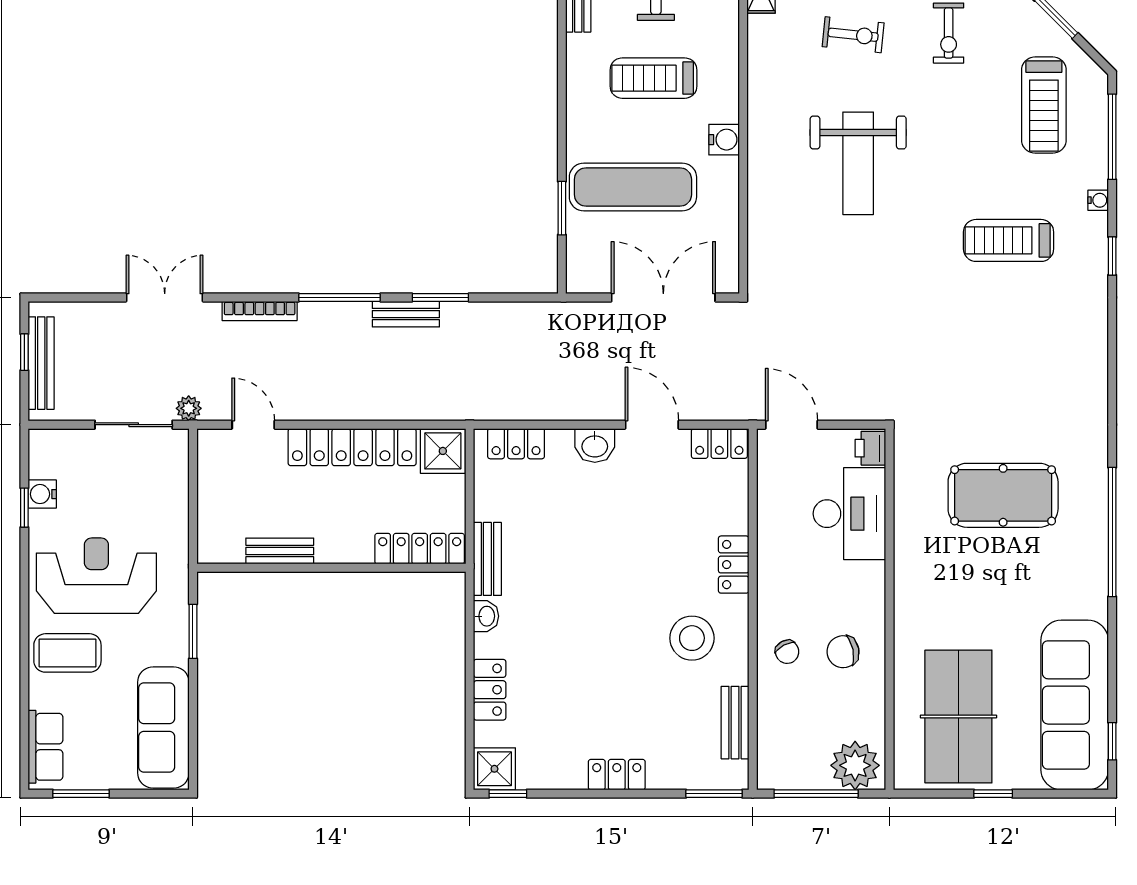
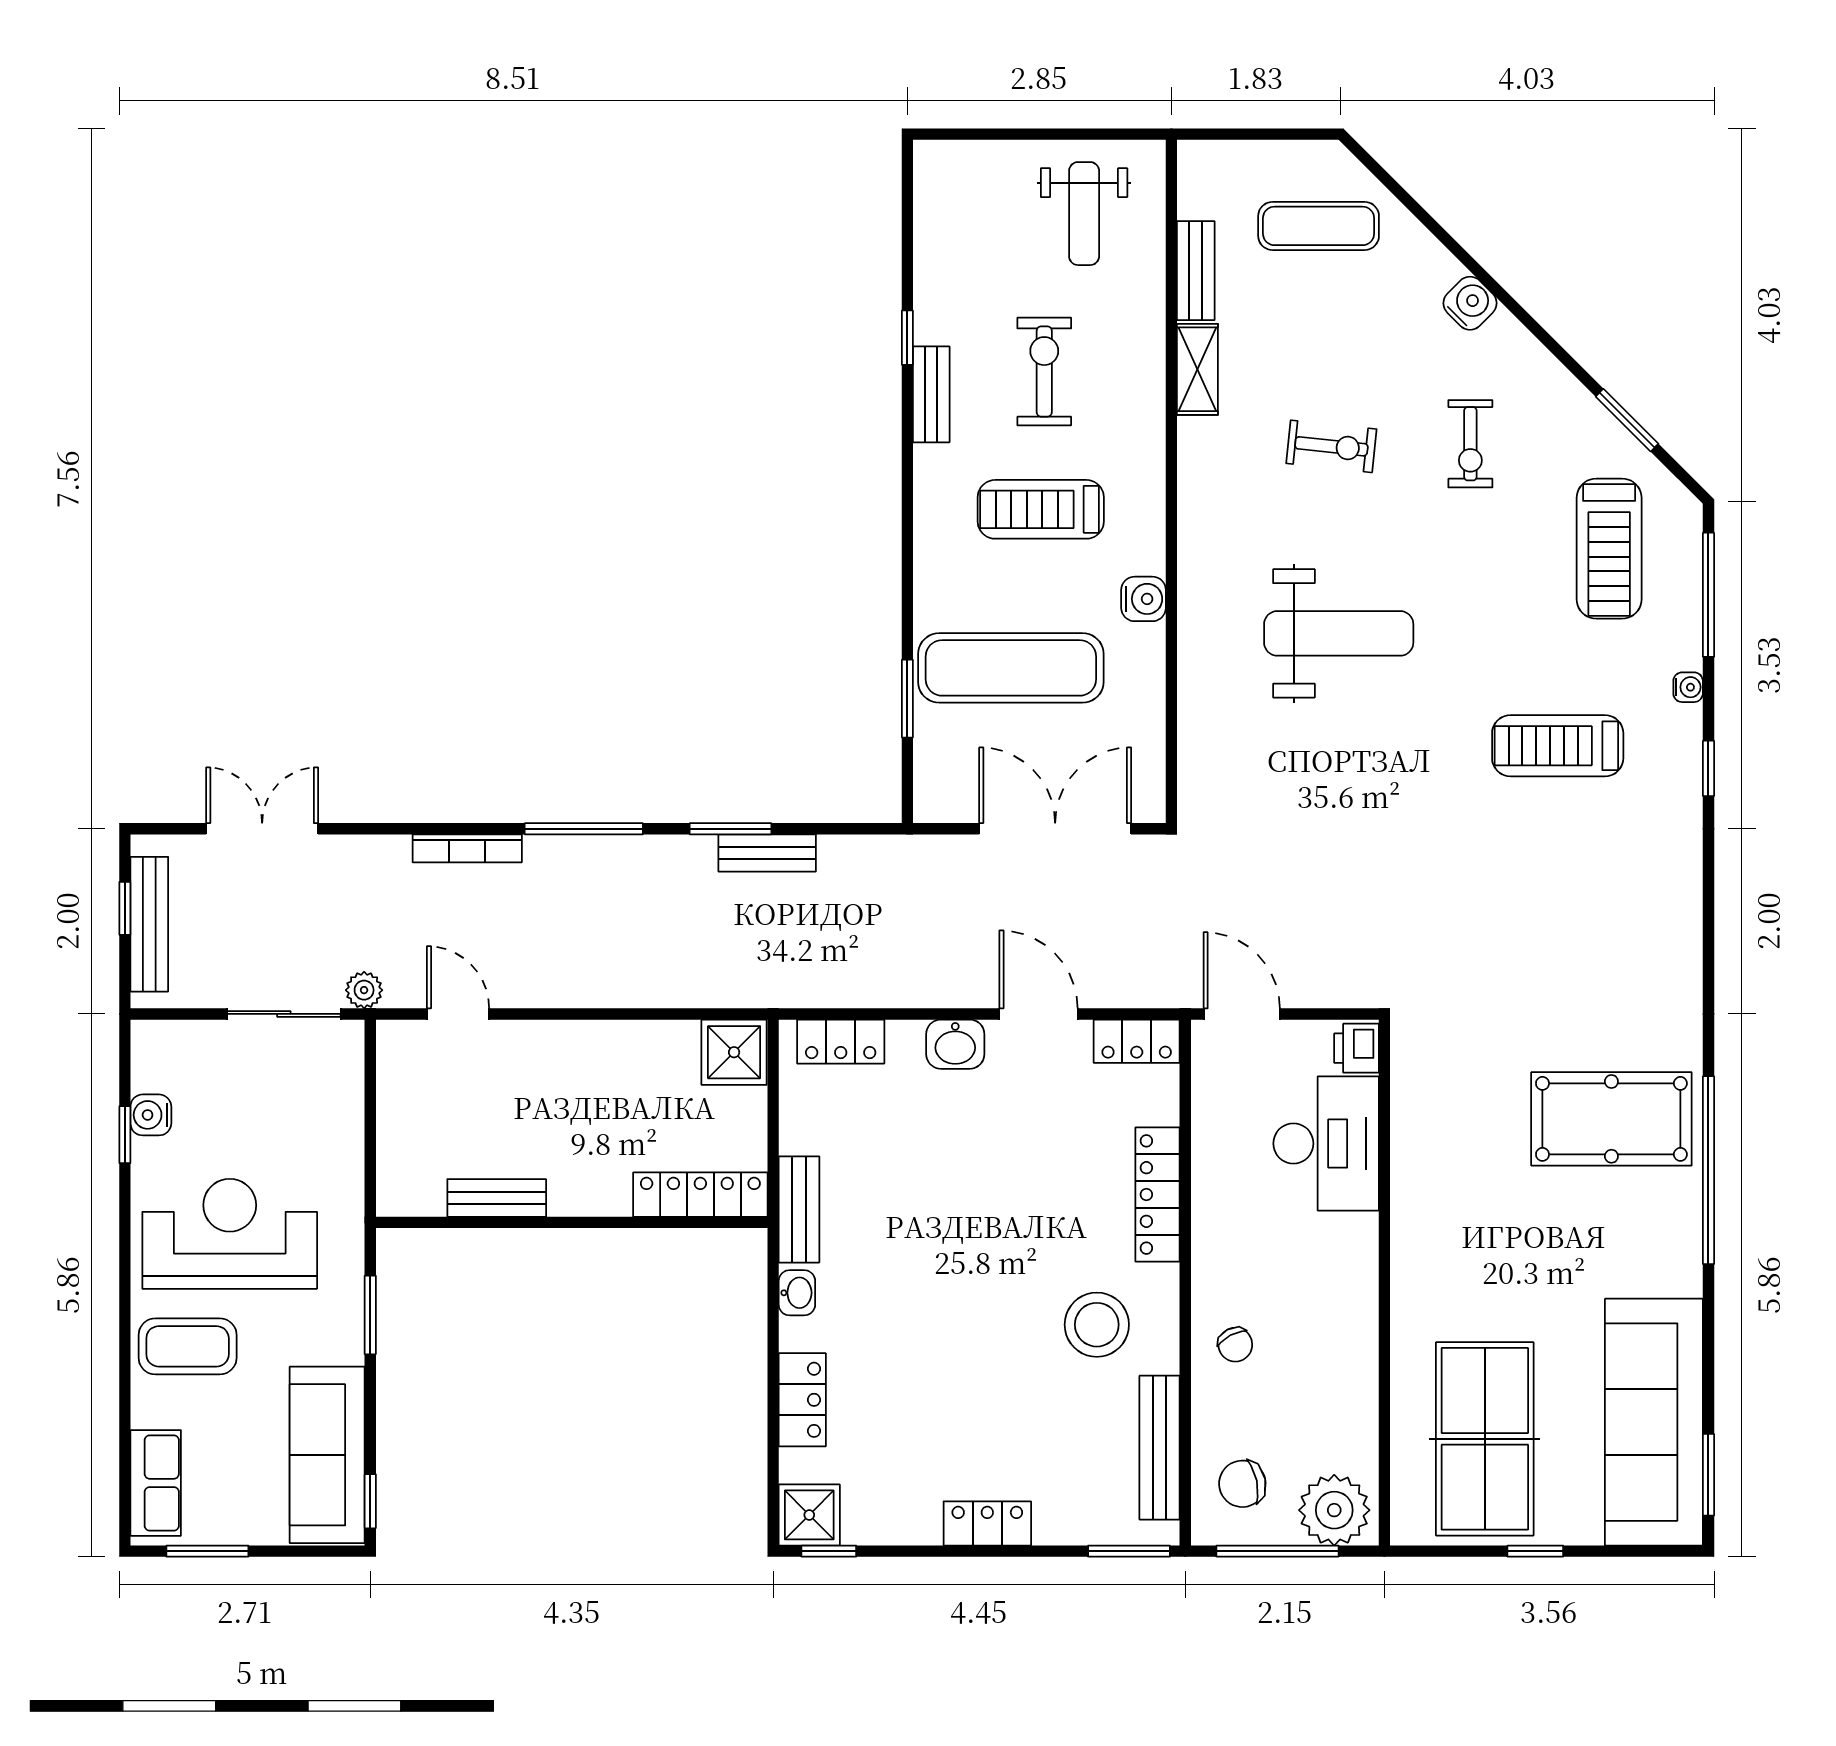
weight bench: (858, 163) -> (1339, 633), turned -90
double door: (165, 297) -> (262, 829), moved
bench: (406, 314) -> (767, 853), moved
locker: (352, 447) -> (602, 1047), removed
pool table: (1003, 495) -> (1611, 1119), moved
locker: (734, 565) -> (1157, 1194), width x1.53
chair: (843, 652) -> (1242, 1484), moved
bench: (735, 723) -> (1160, 1448), width x1.36
window: (1112, 741) -> (1708, 1475), width x1.50
window: (193, 759) -> (370, 1501), added

